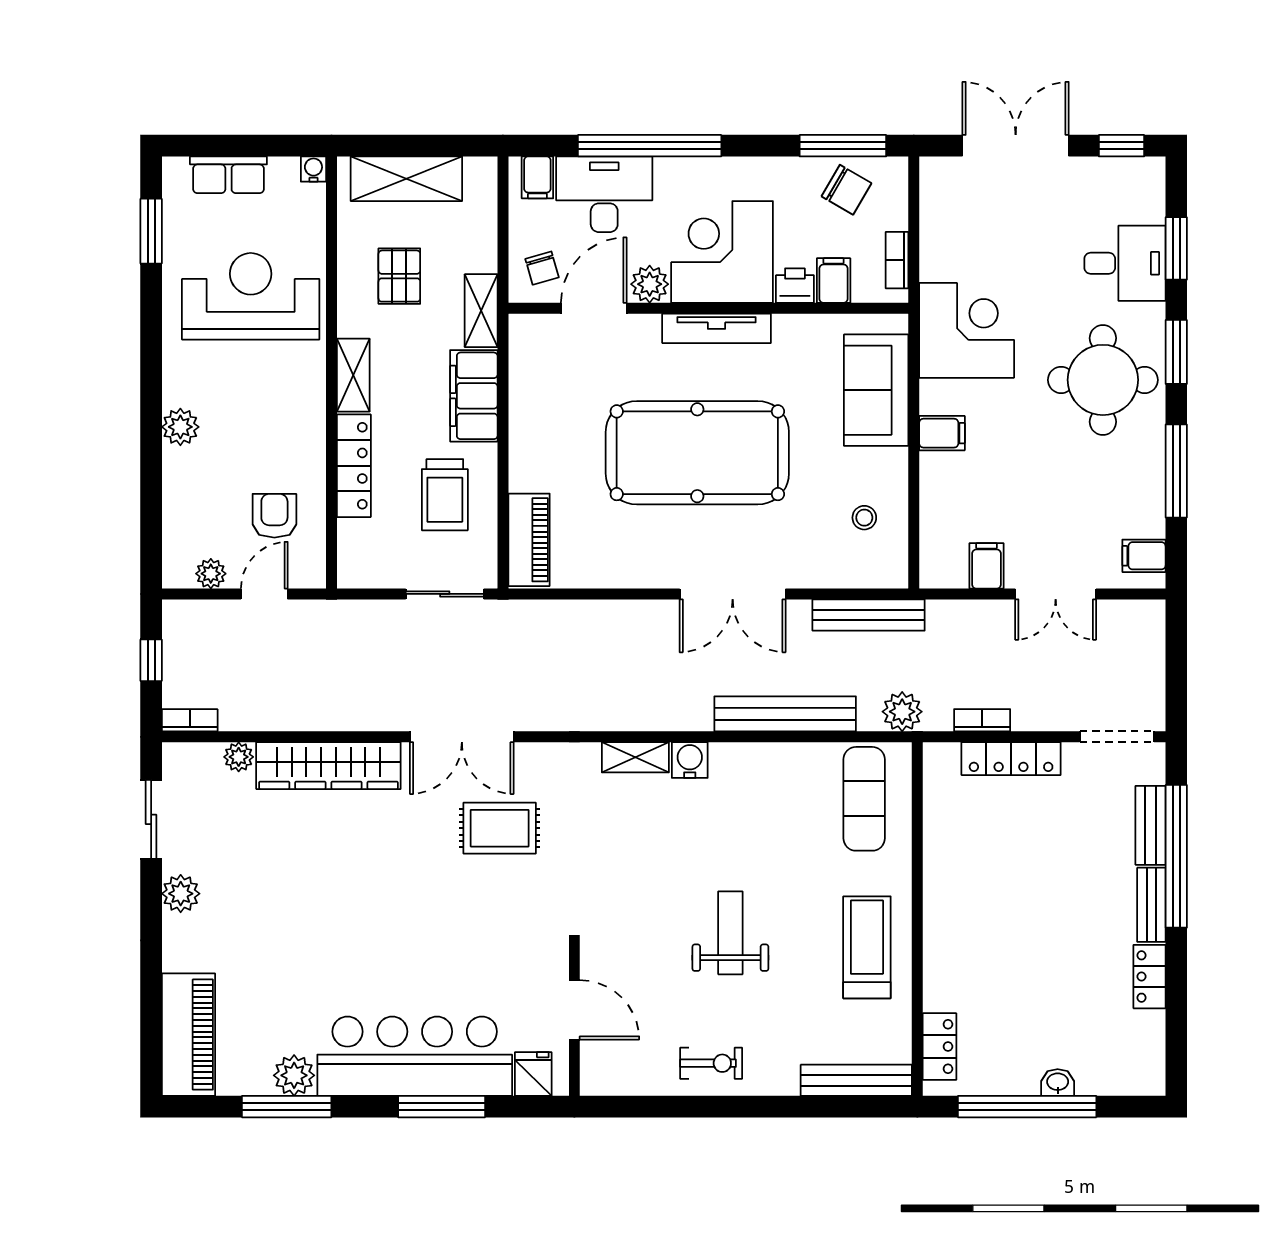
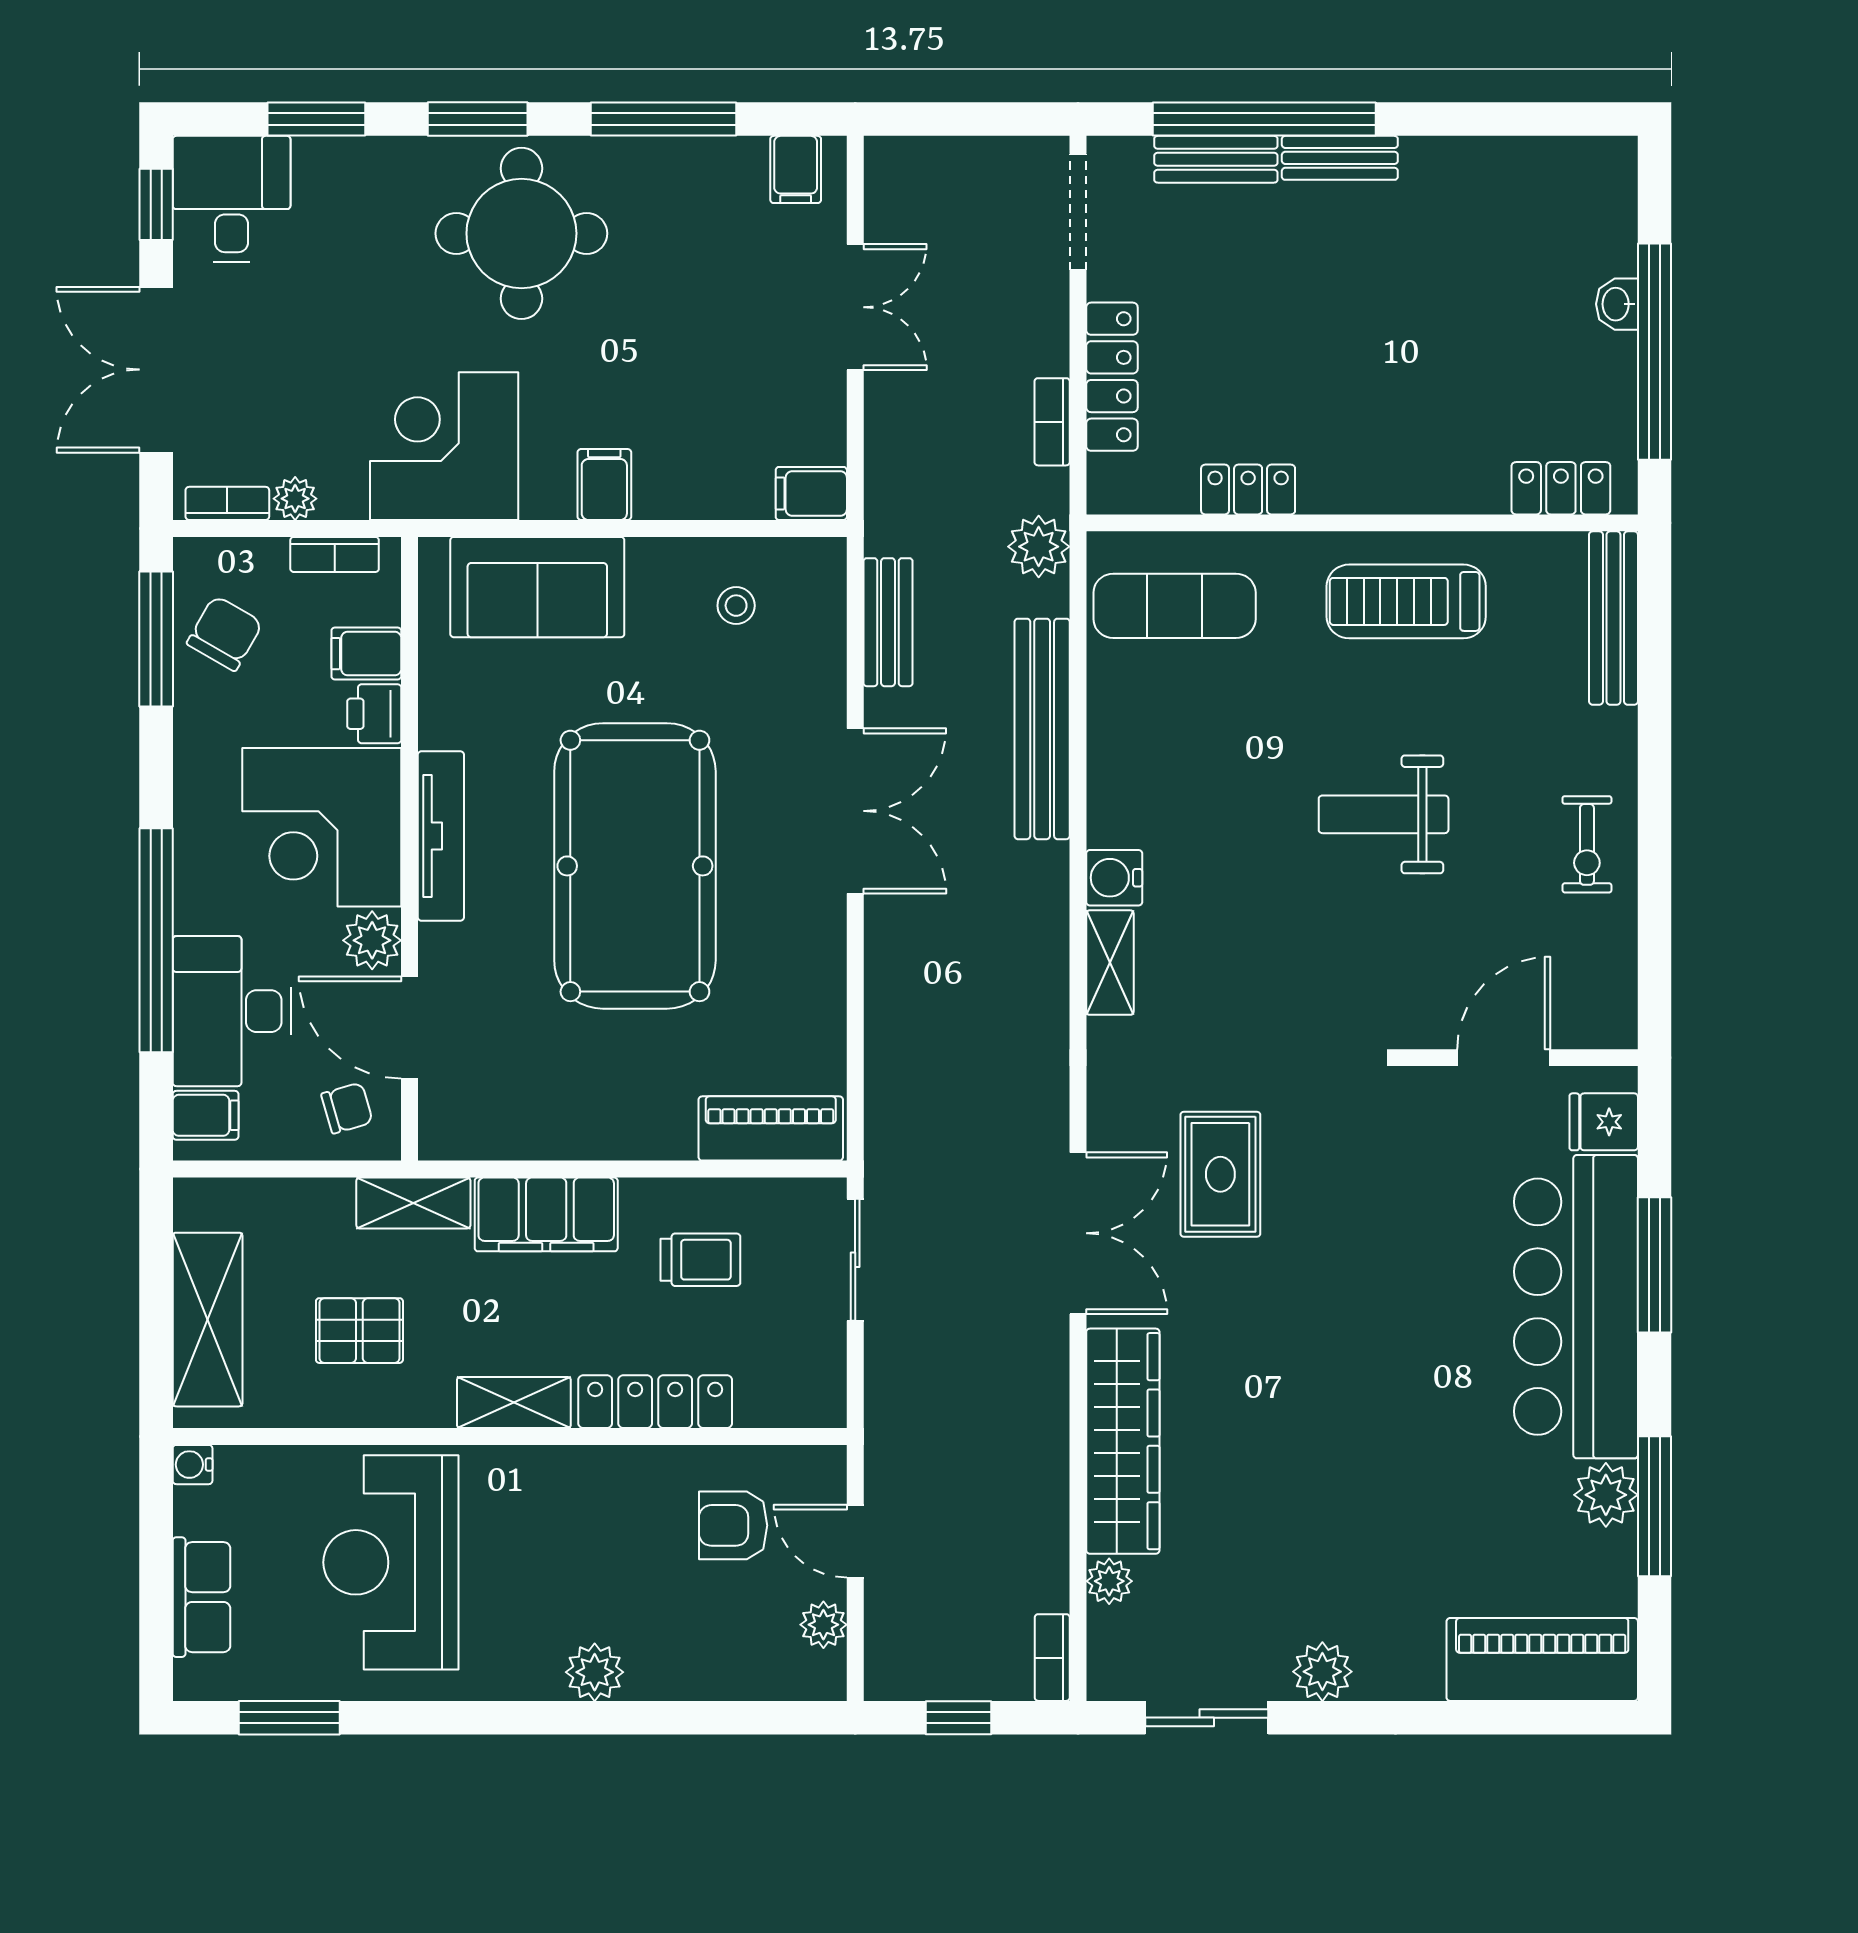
bookcase: (930, 191) -> (227, 503), added
plant: (933, 235) -> (295, 499), added
desk: (1125, 263) -> (232, 199), moved
trolley: (445, 495) -> (700, 1260), width x0.73, depth x0.72
filing cabinet: (987, 566) -> (811, 493), moved
bench: (869, 615) -> (888, 622), width x0.73
locker: (1150, 977) -> (1248, 490), moved, turned 180
exercise bike: (711, 1063) -> (1587, 844), turned 180

